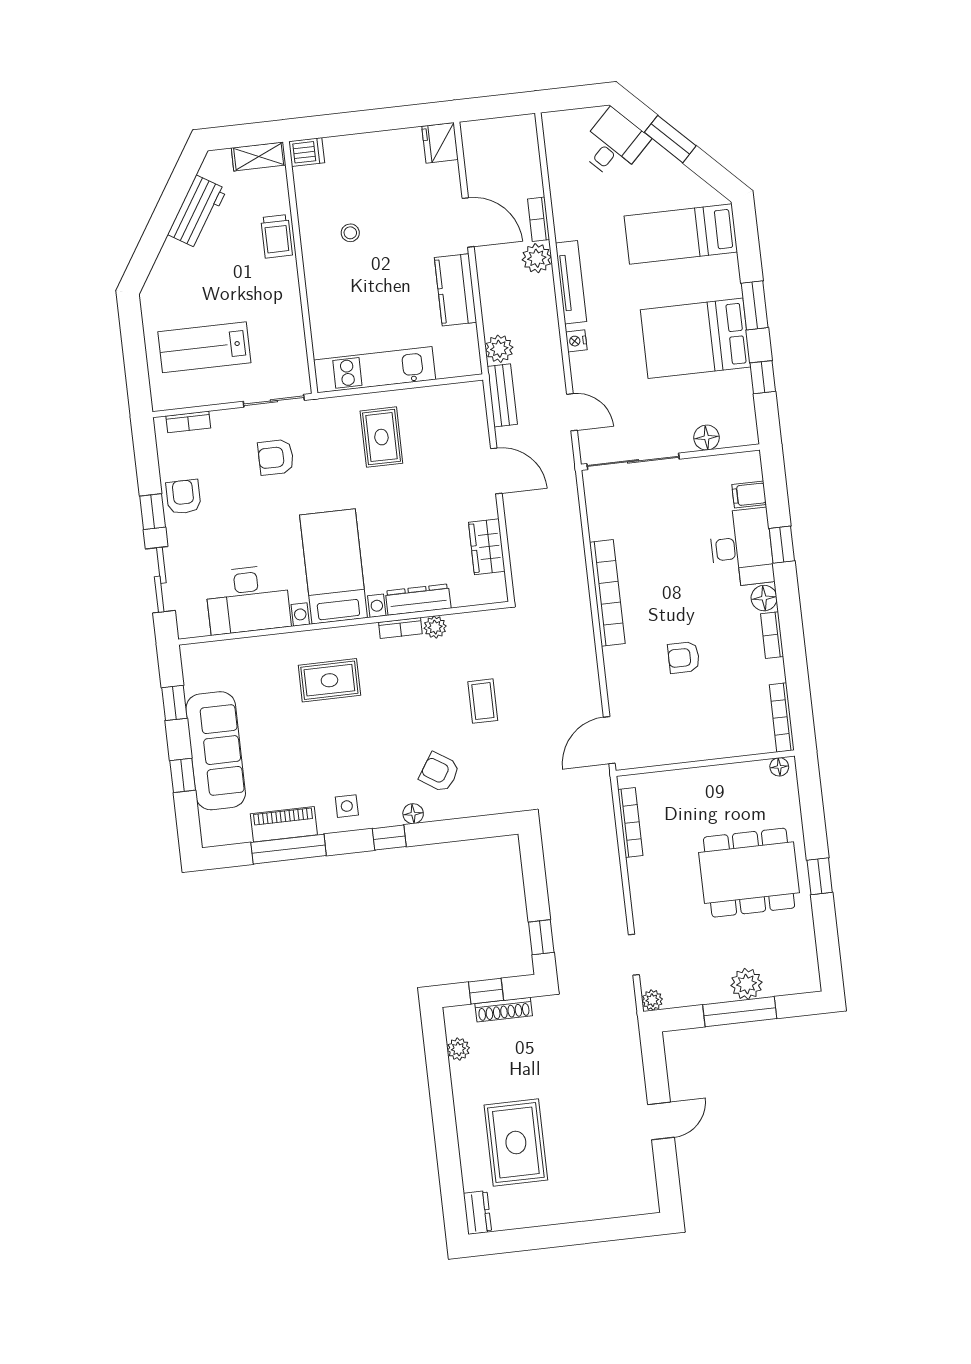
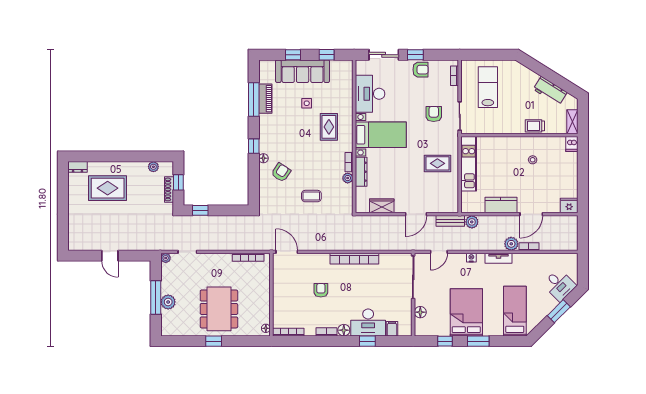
tv unit: (571, 282) -> (498, 258), width x0.71
side table: (347, 806) -> (307, 103), moved

